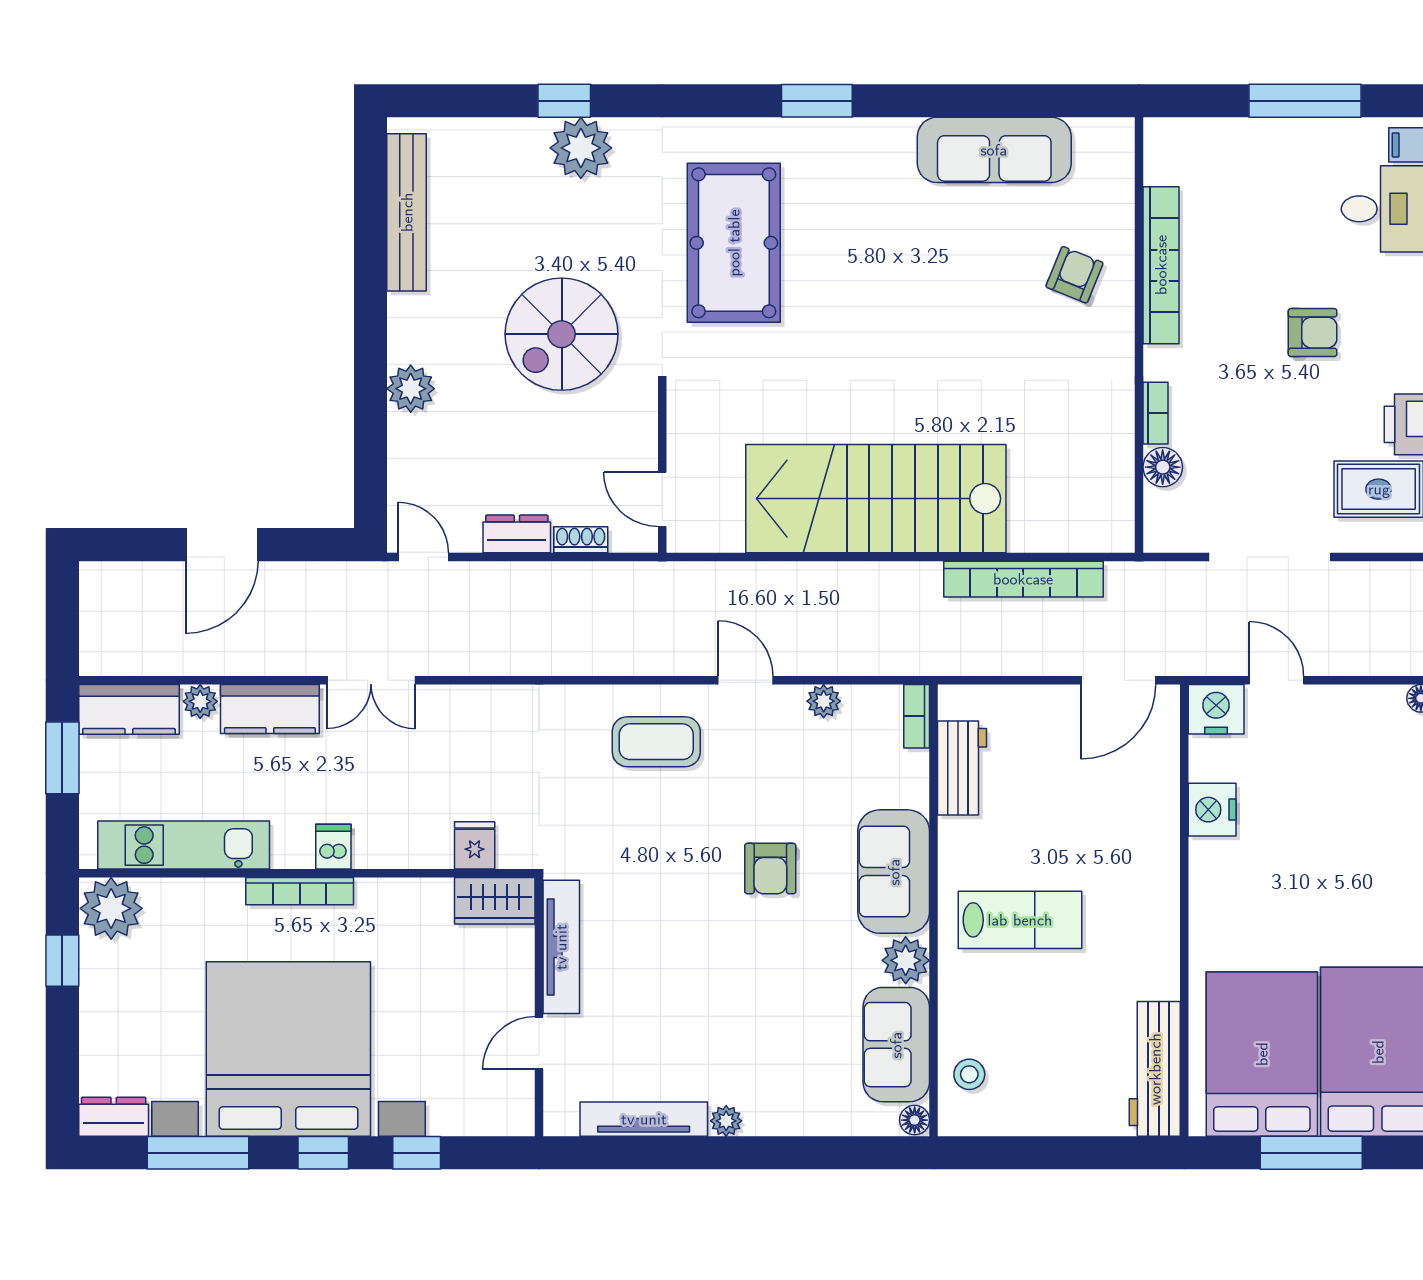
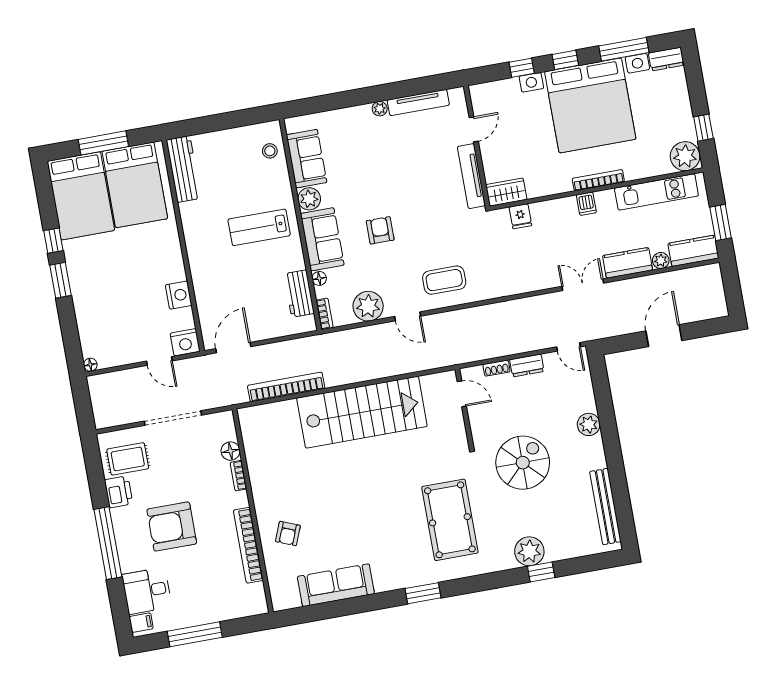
armchair: (1313, 333) -> (172, 527), width x1.88, depth x1.88
plant: (824, 701) -> (368, 306), width x1.88, depth x1.88
floor lamp: (915, 1120) -> (319, 278), moved

